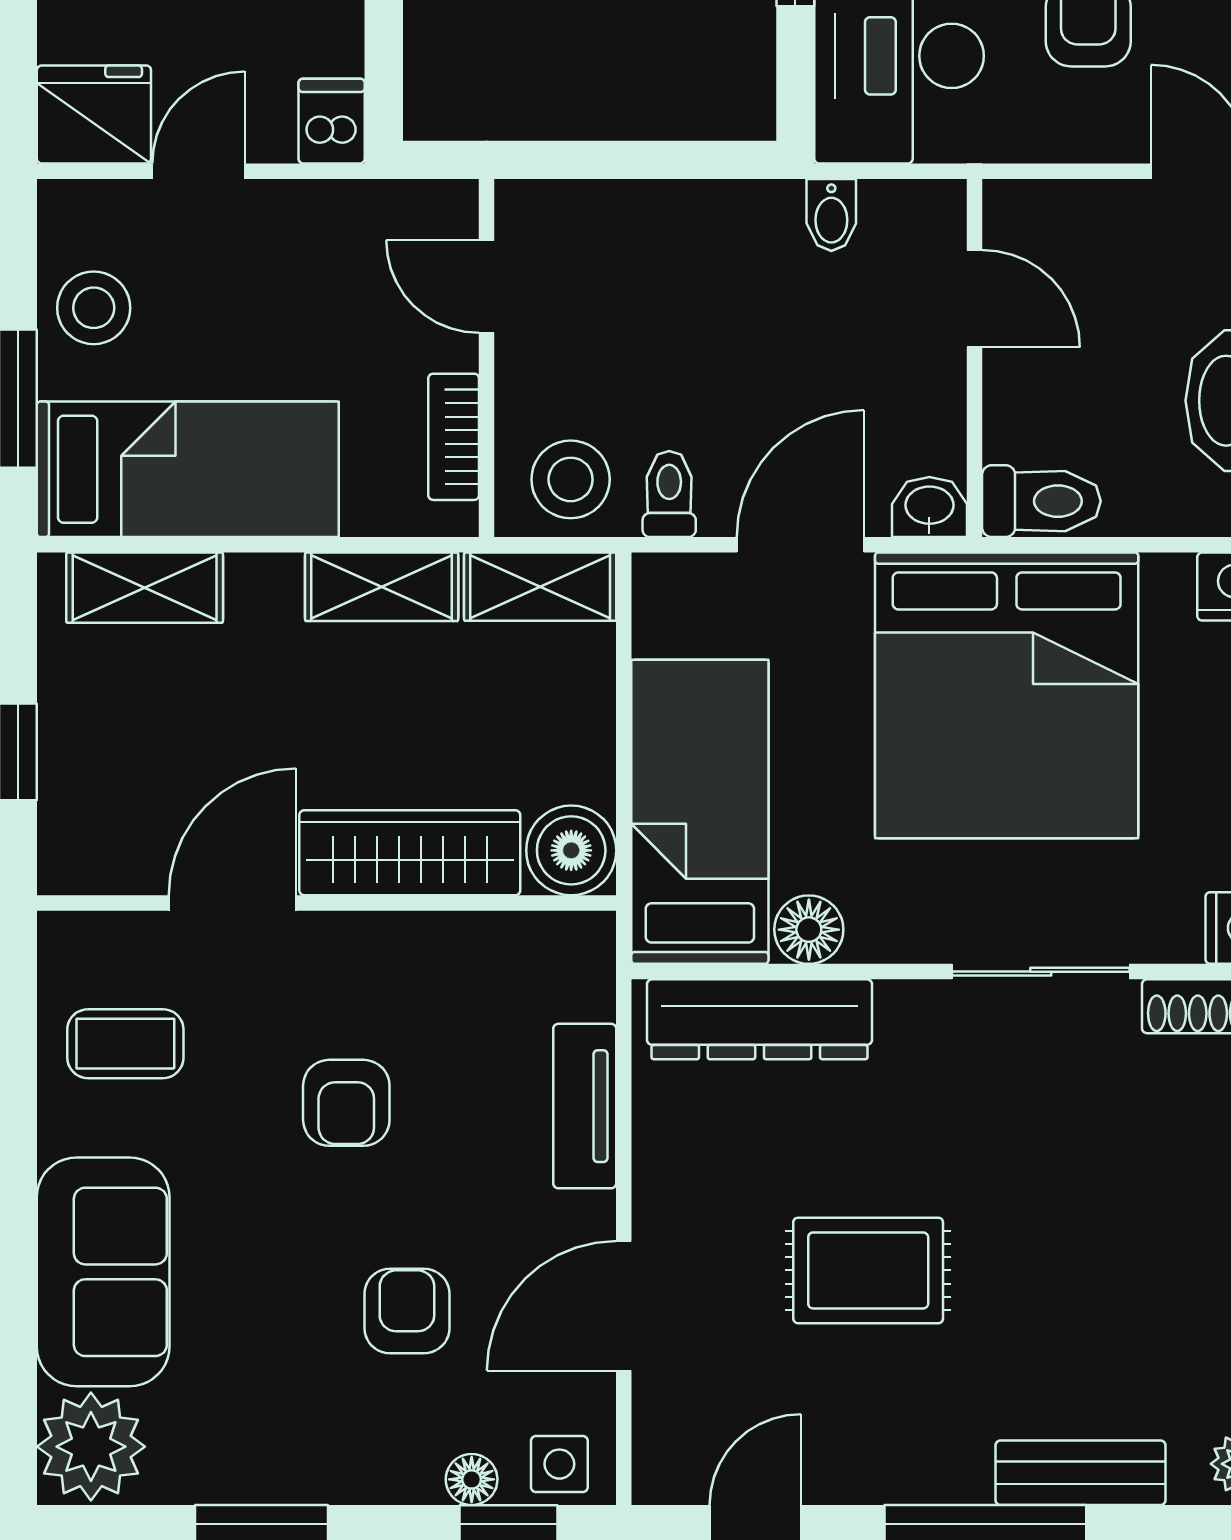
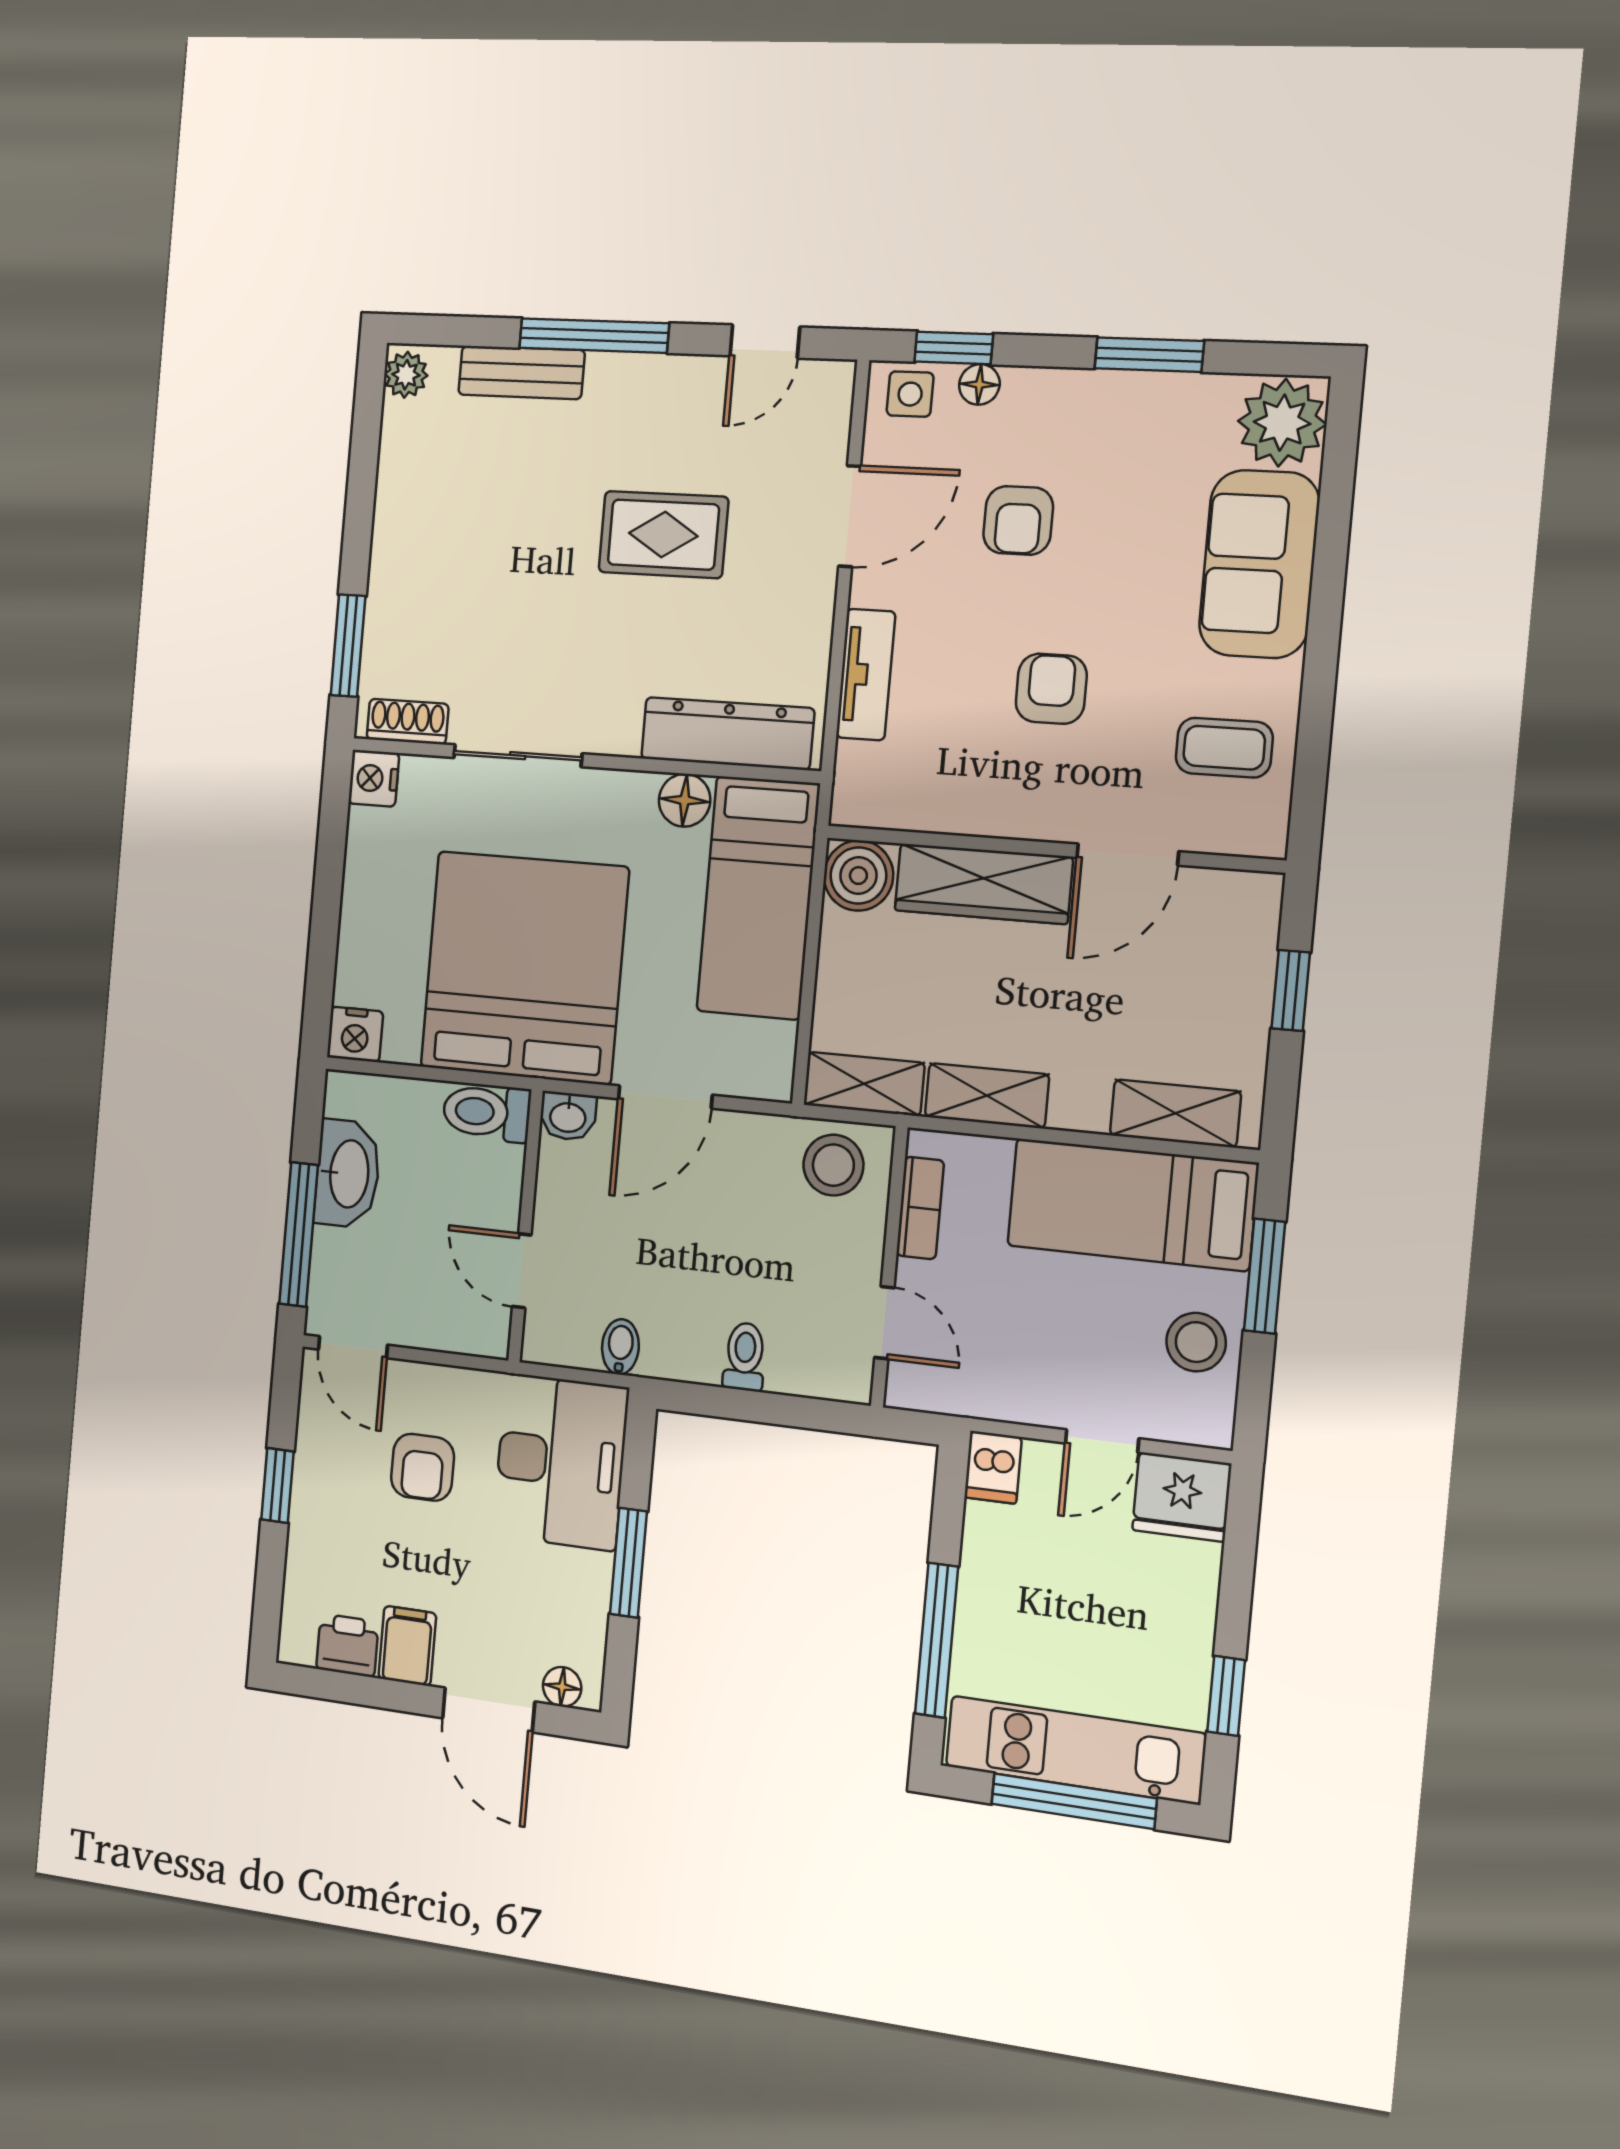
toilet: (669, 494) -> (745, 1357), moved, turned 180

